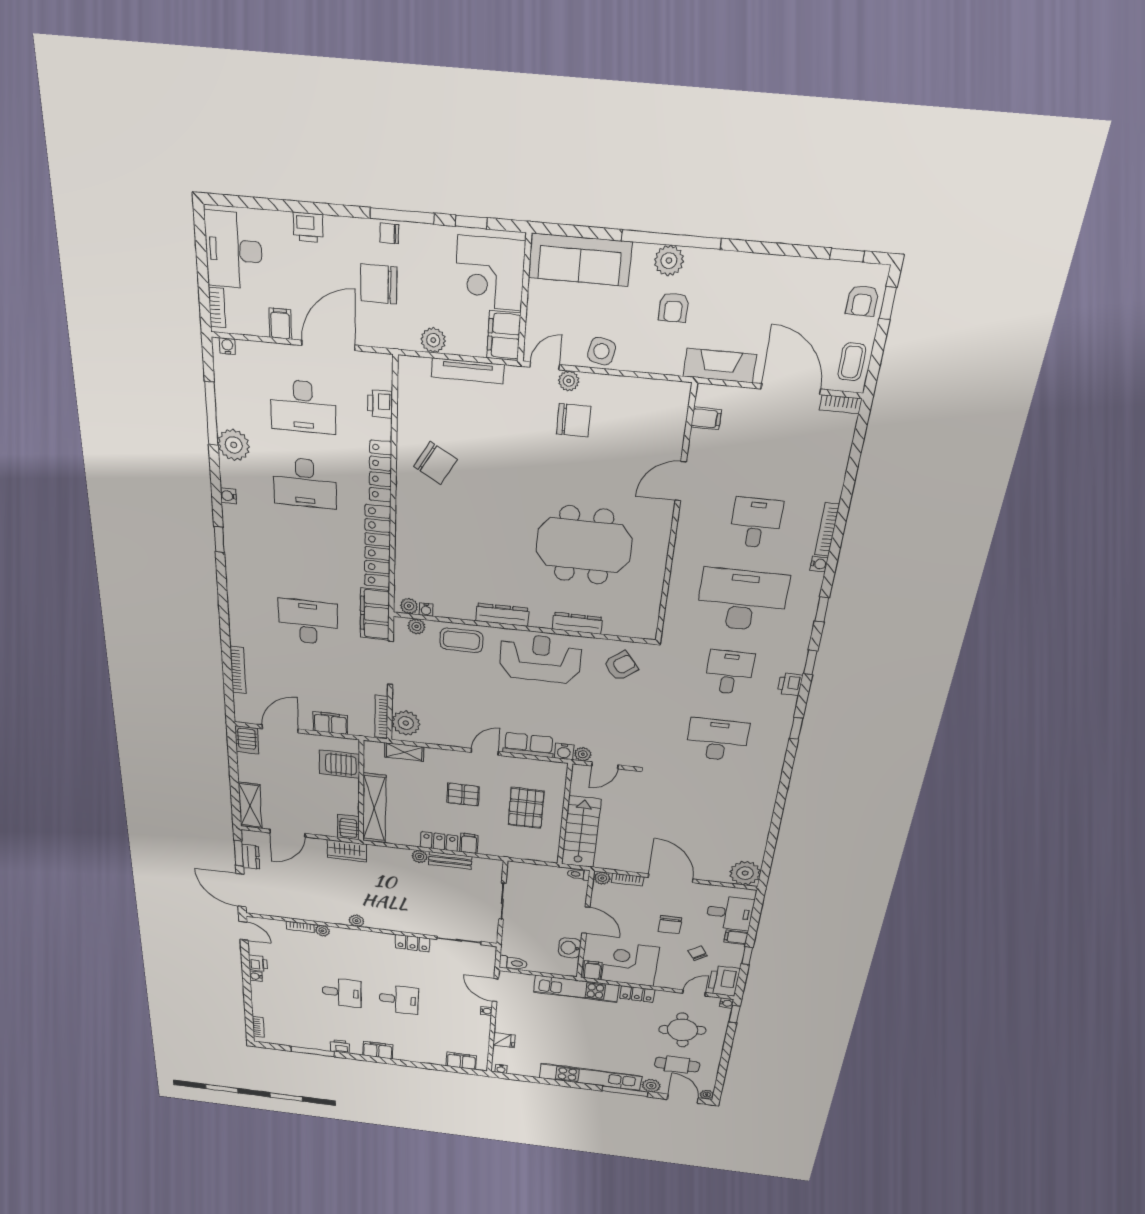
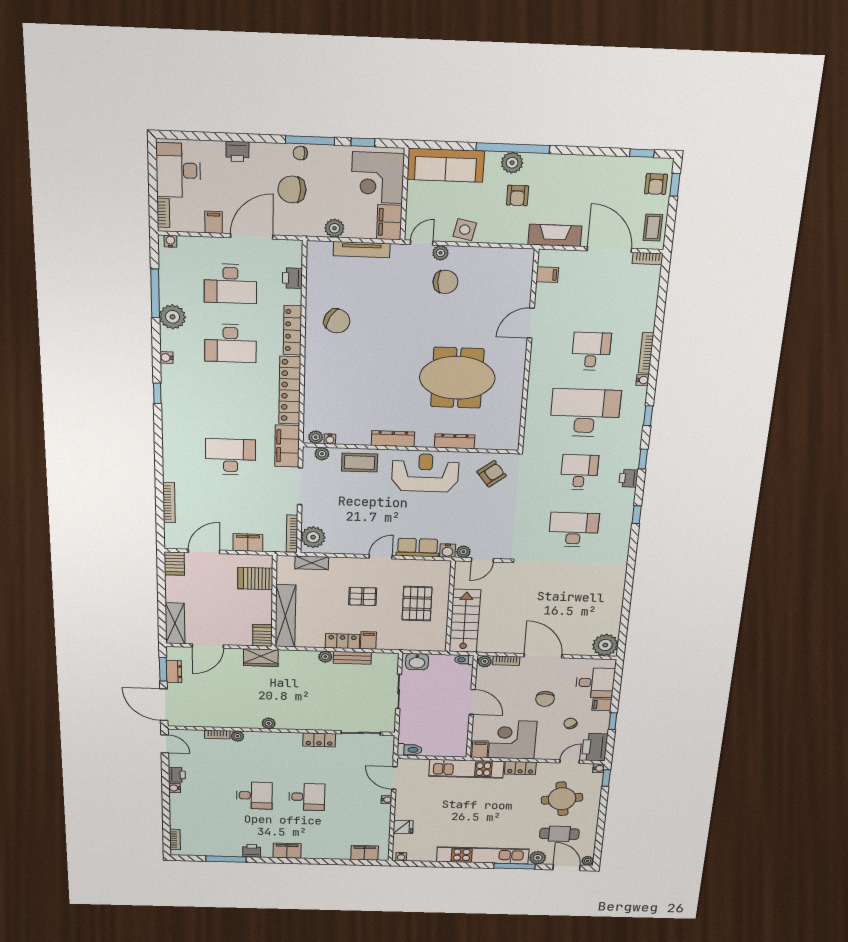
washbasin: (570, 948) -> (417, 662), moved, turned -90

